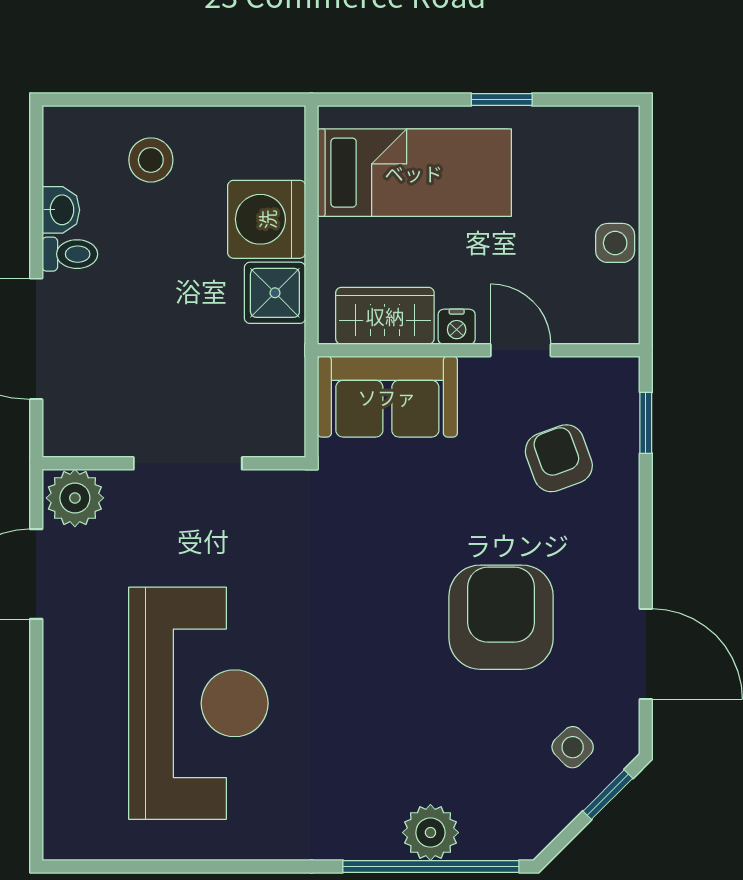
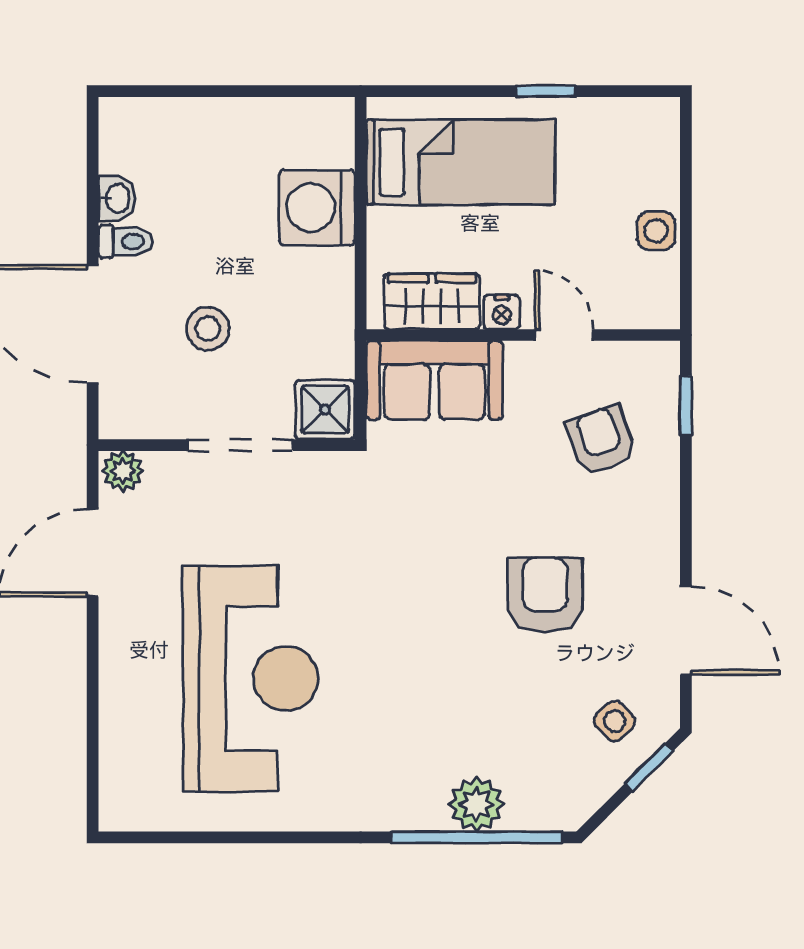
stool: (151, 160) -> (208, 328), moved
shower: (275, 293) -> (325, 410), moved
plant: (75, 498) -> (123, 471), width x0.73, depth x0.73
armchair: (501, 617) -> (545, 595), width x0.73, depth x0.73

